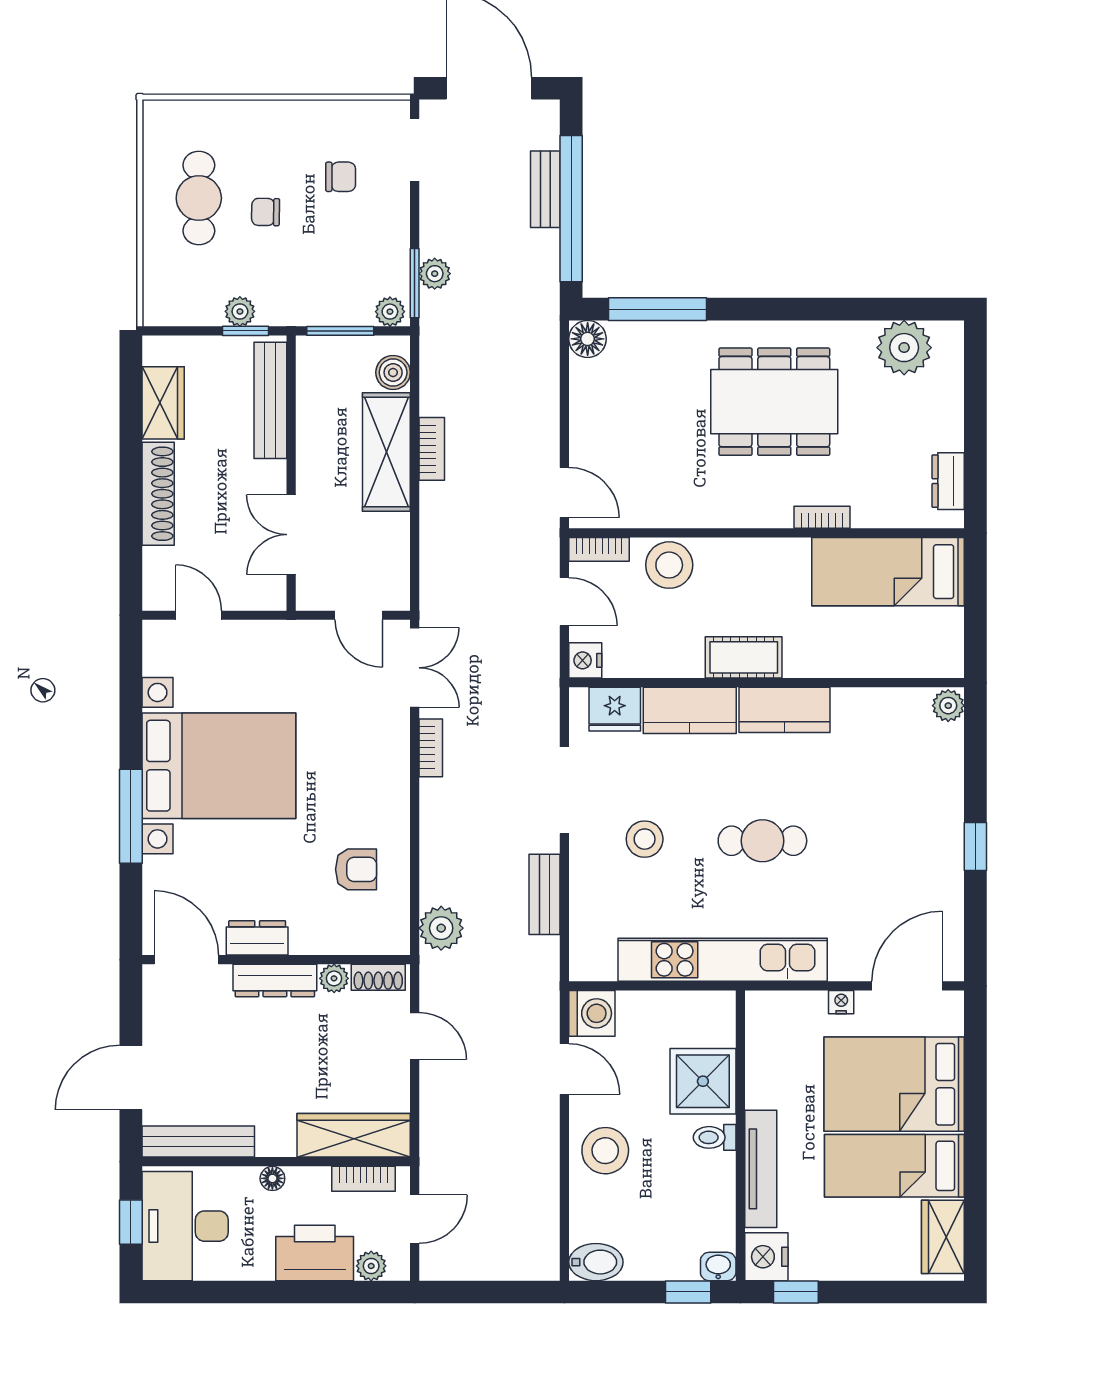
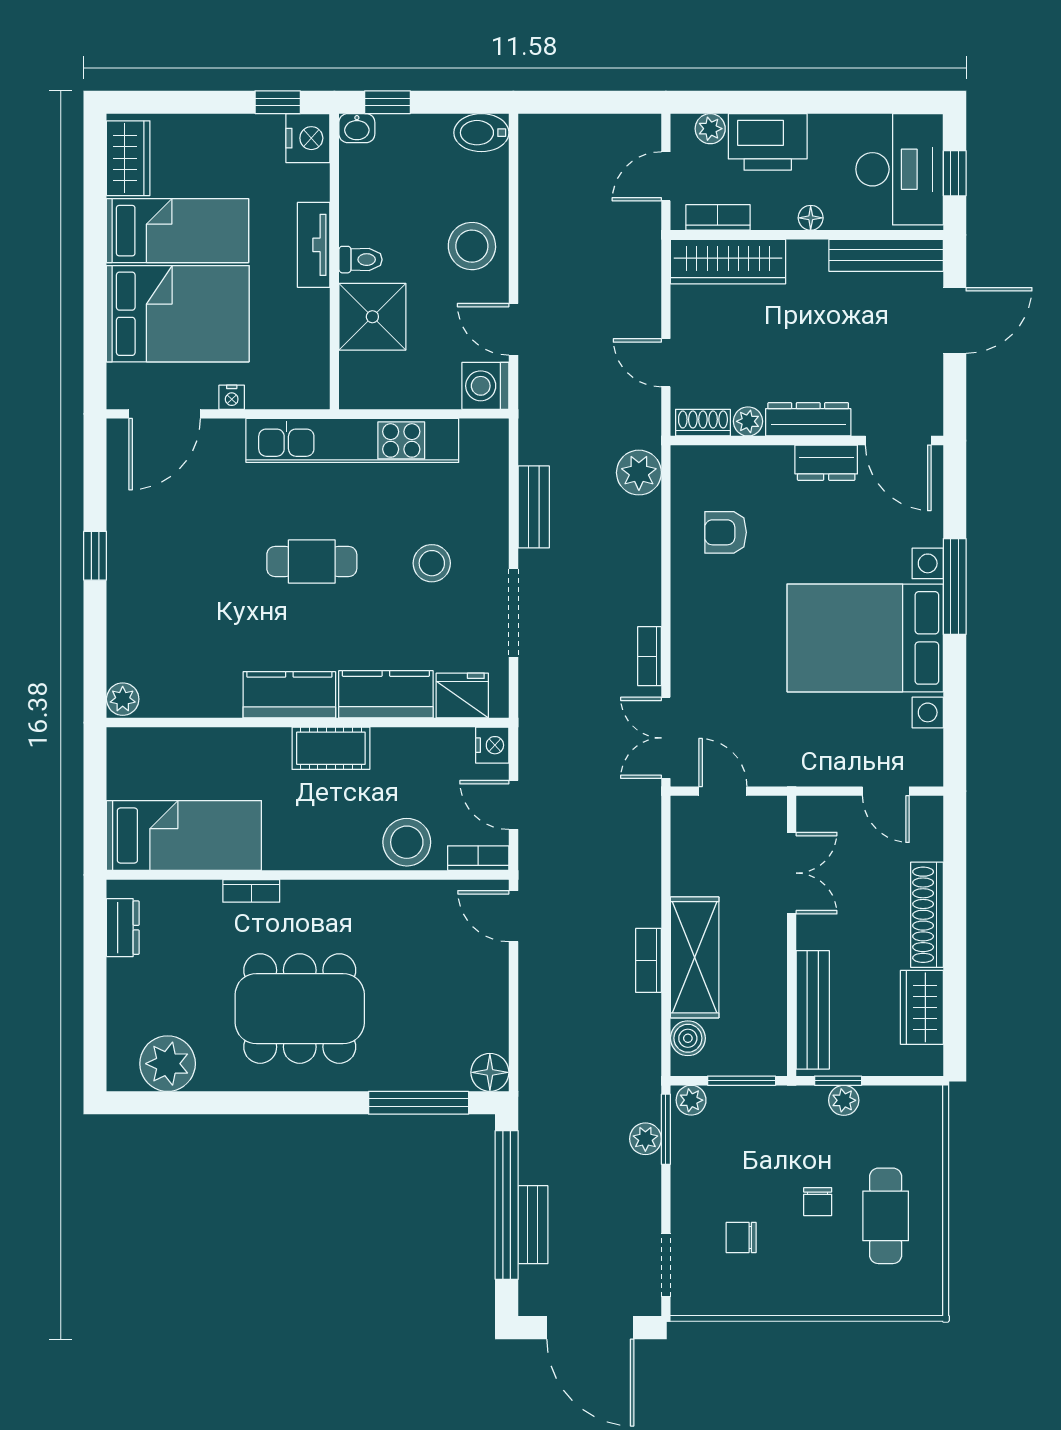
chair: (266, 212) -> (818, 1202), turned 89
tv unit: (761, 1169) -> (314, 245), width x0.71

